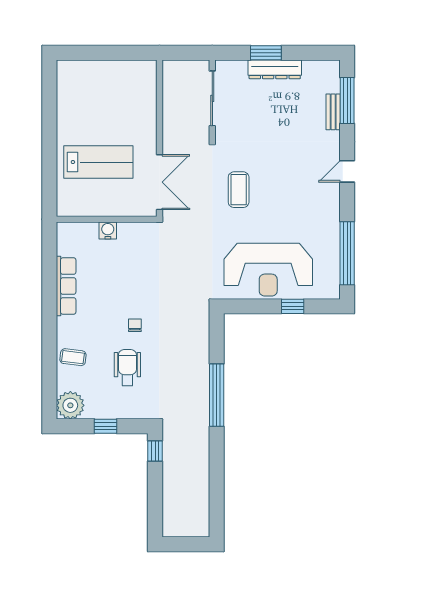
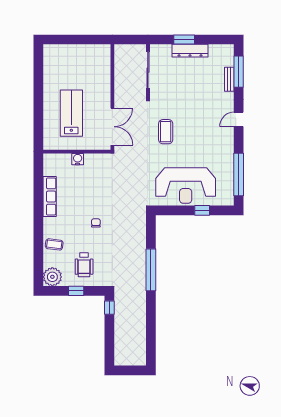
lab bench: (98, 162) -> (71, 113), turned -90
wheelchair: (127, 368) -> (84, 265), moved, turned 180

